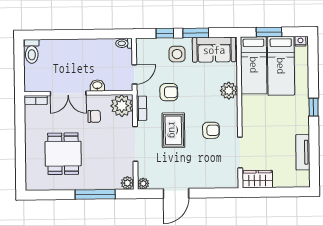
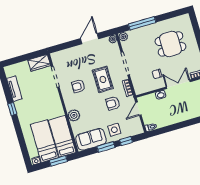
plant: (122, 106) -> (141, 86), removed
window: (314, 107) -> (12, 109), moved
dining table: (63, 154) -> (171, 44), turned 90

